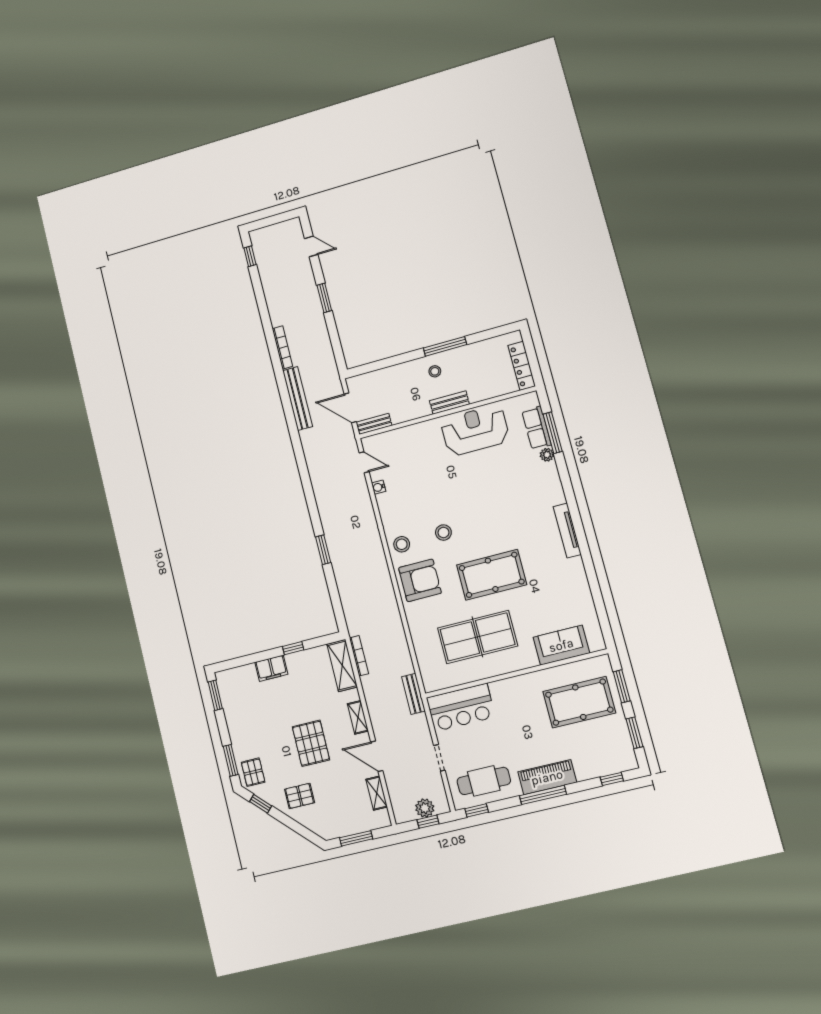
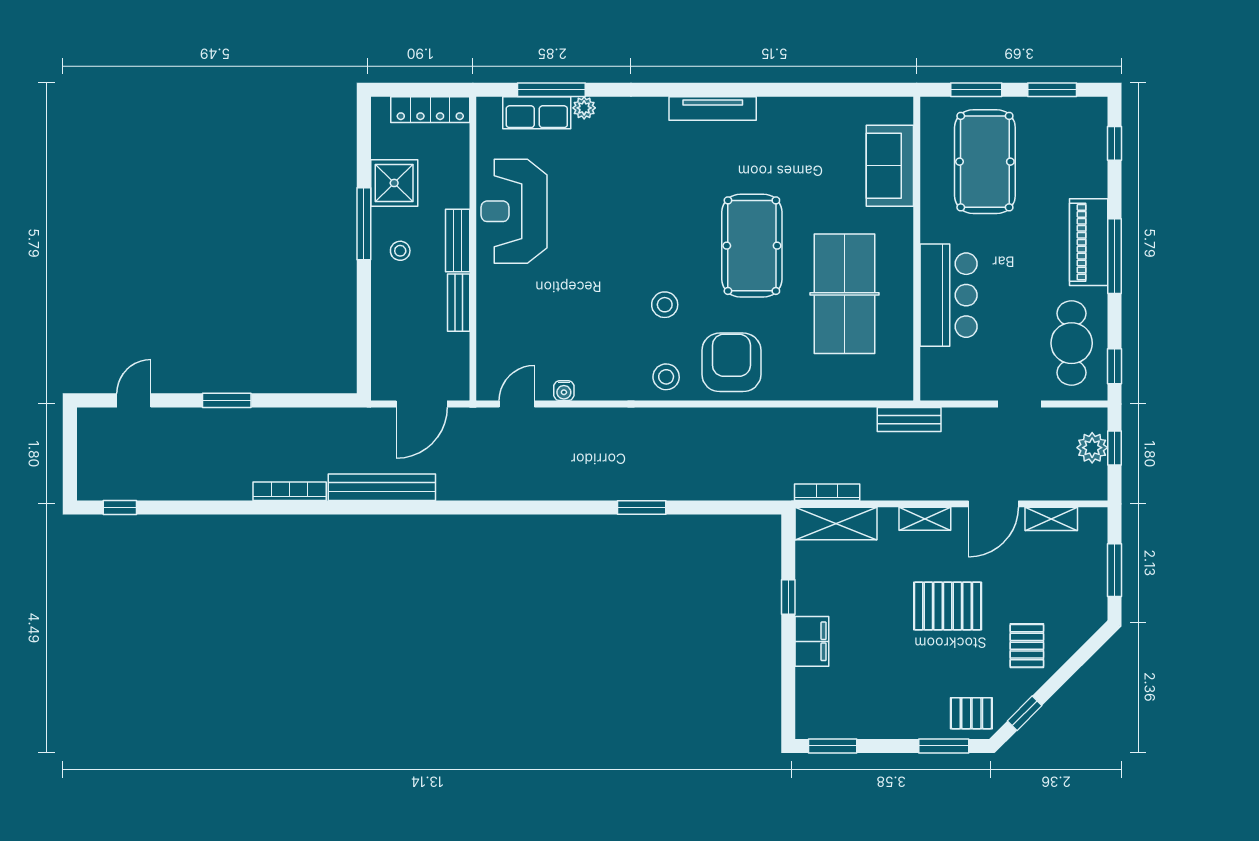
shower: (473, 357) -> (394, 183), added
bench: (374, 424) -> (459, 303), moved
bar counter: (461, 707) -> (948, 295), moved

